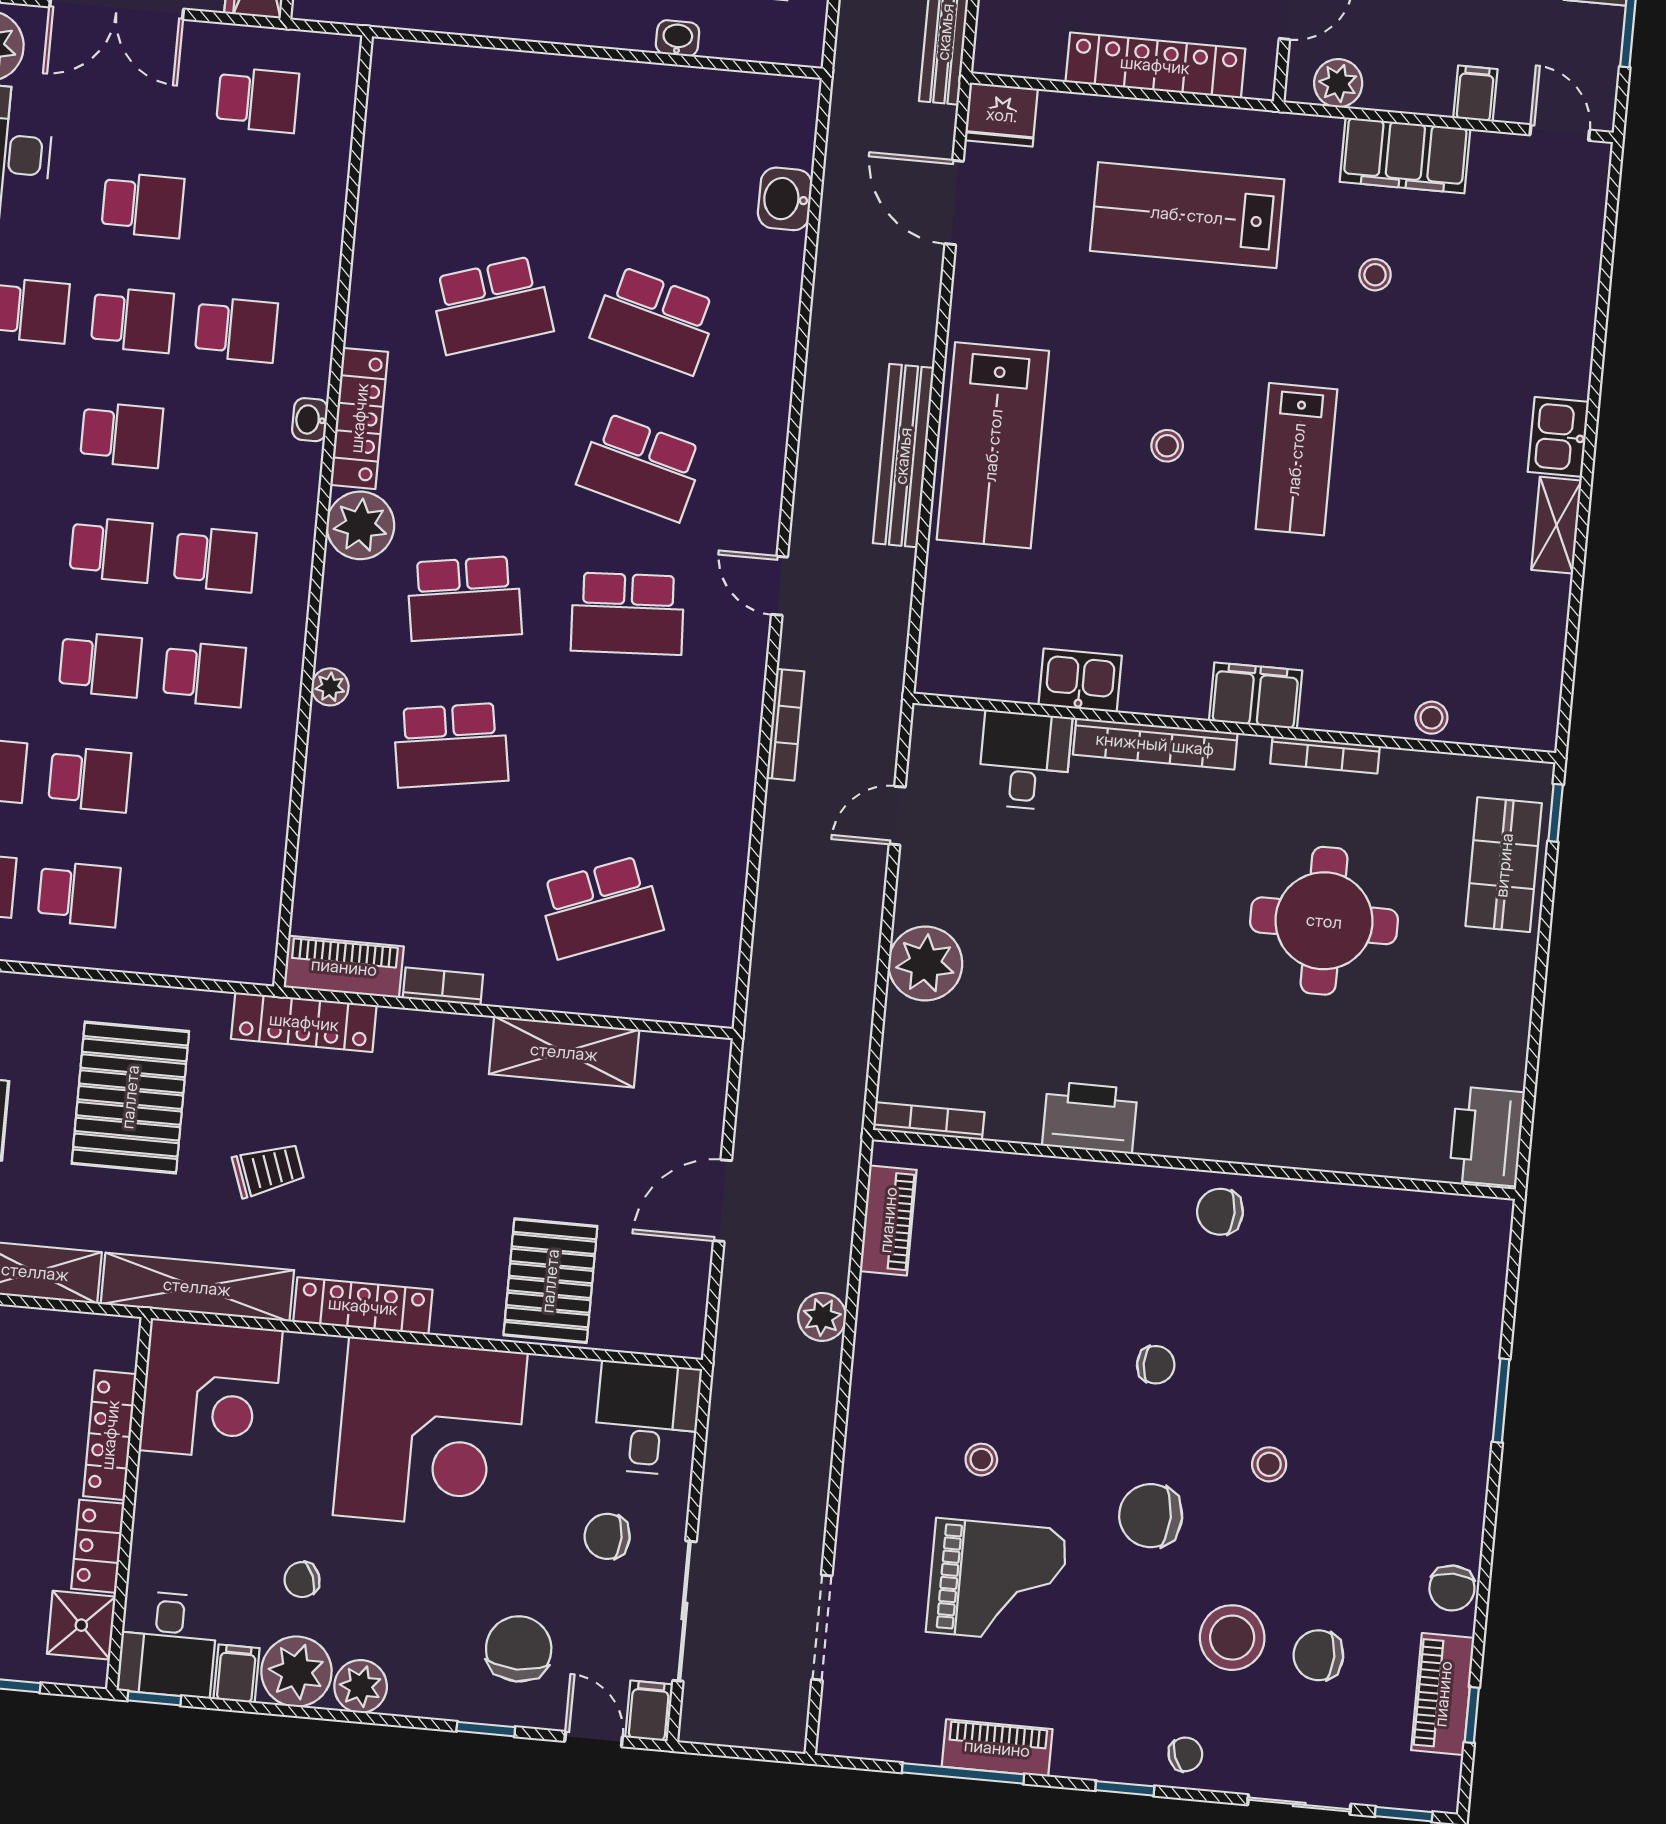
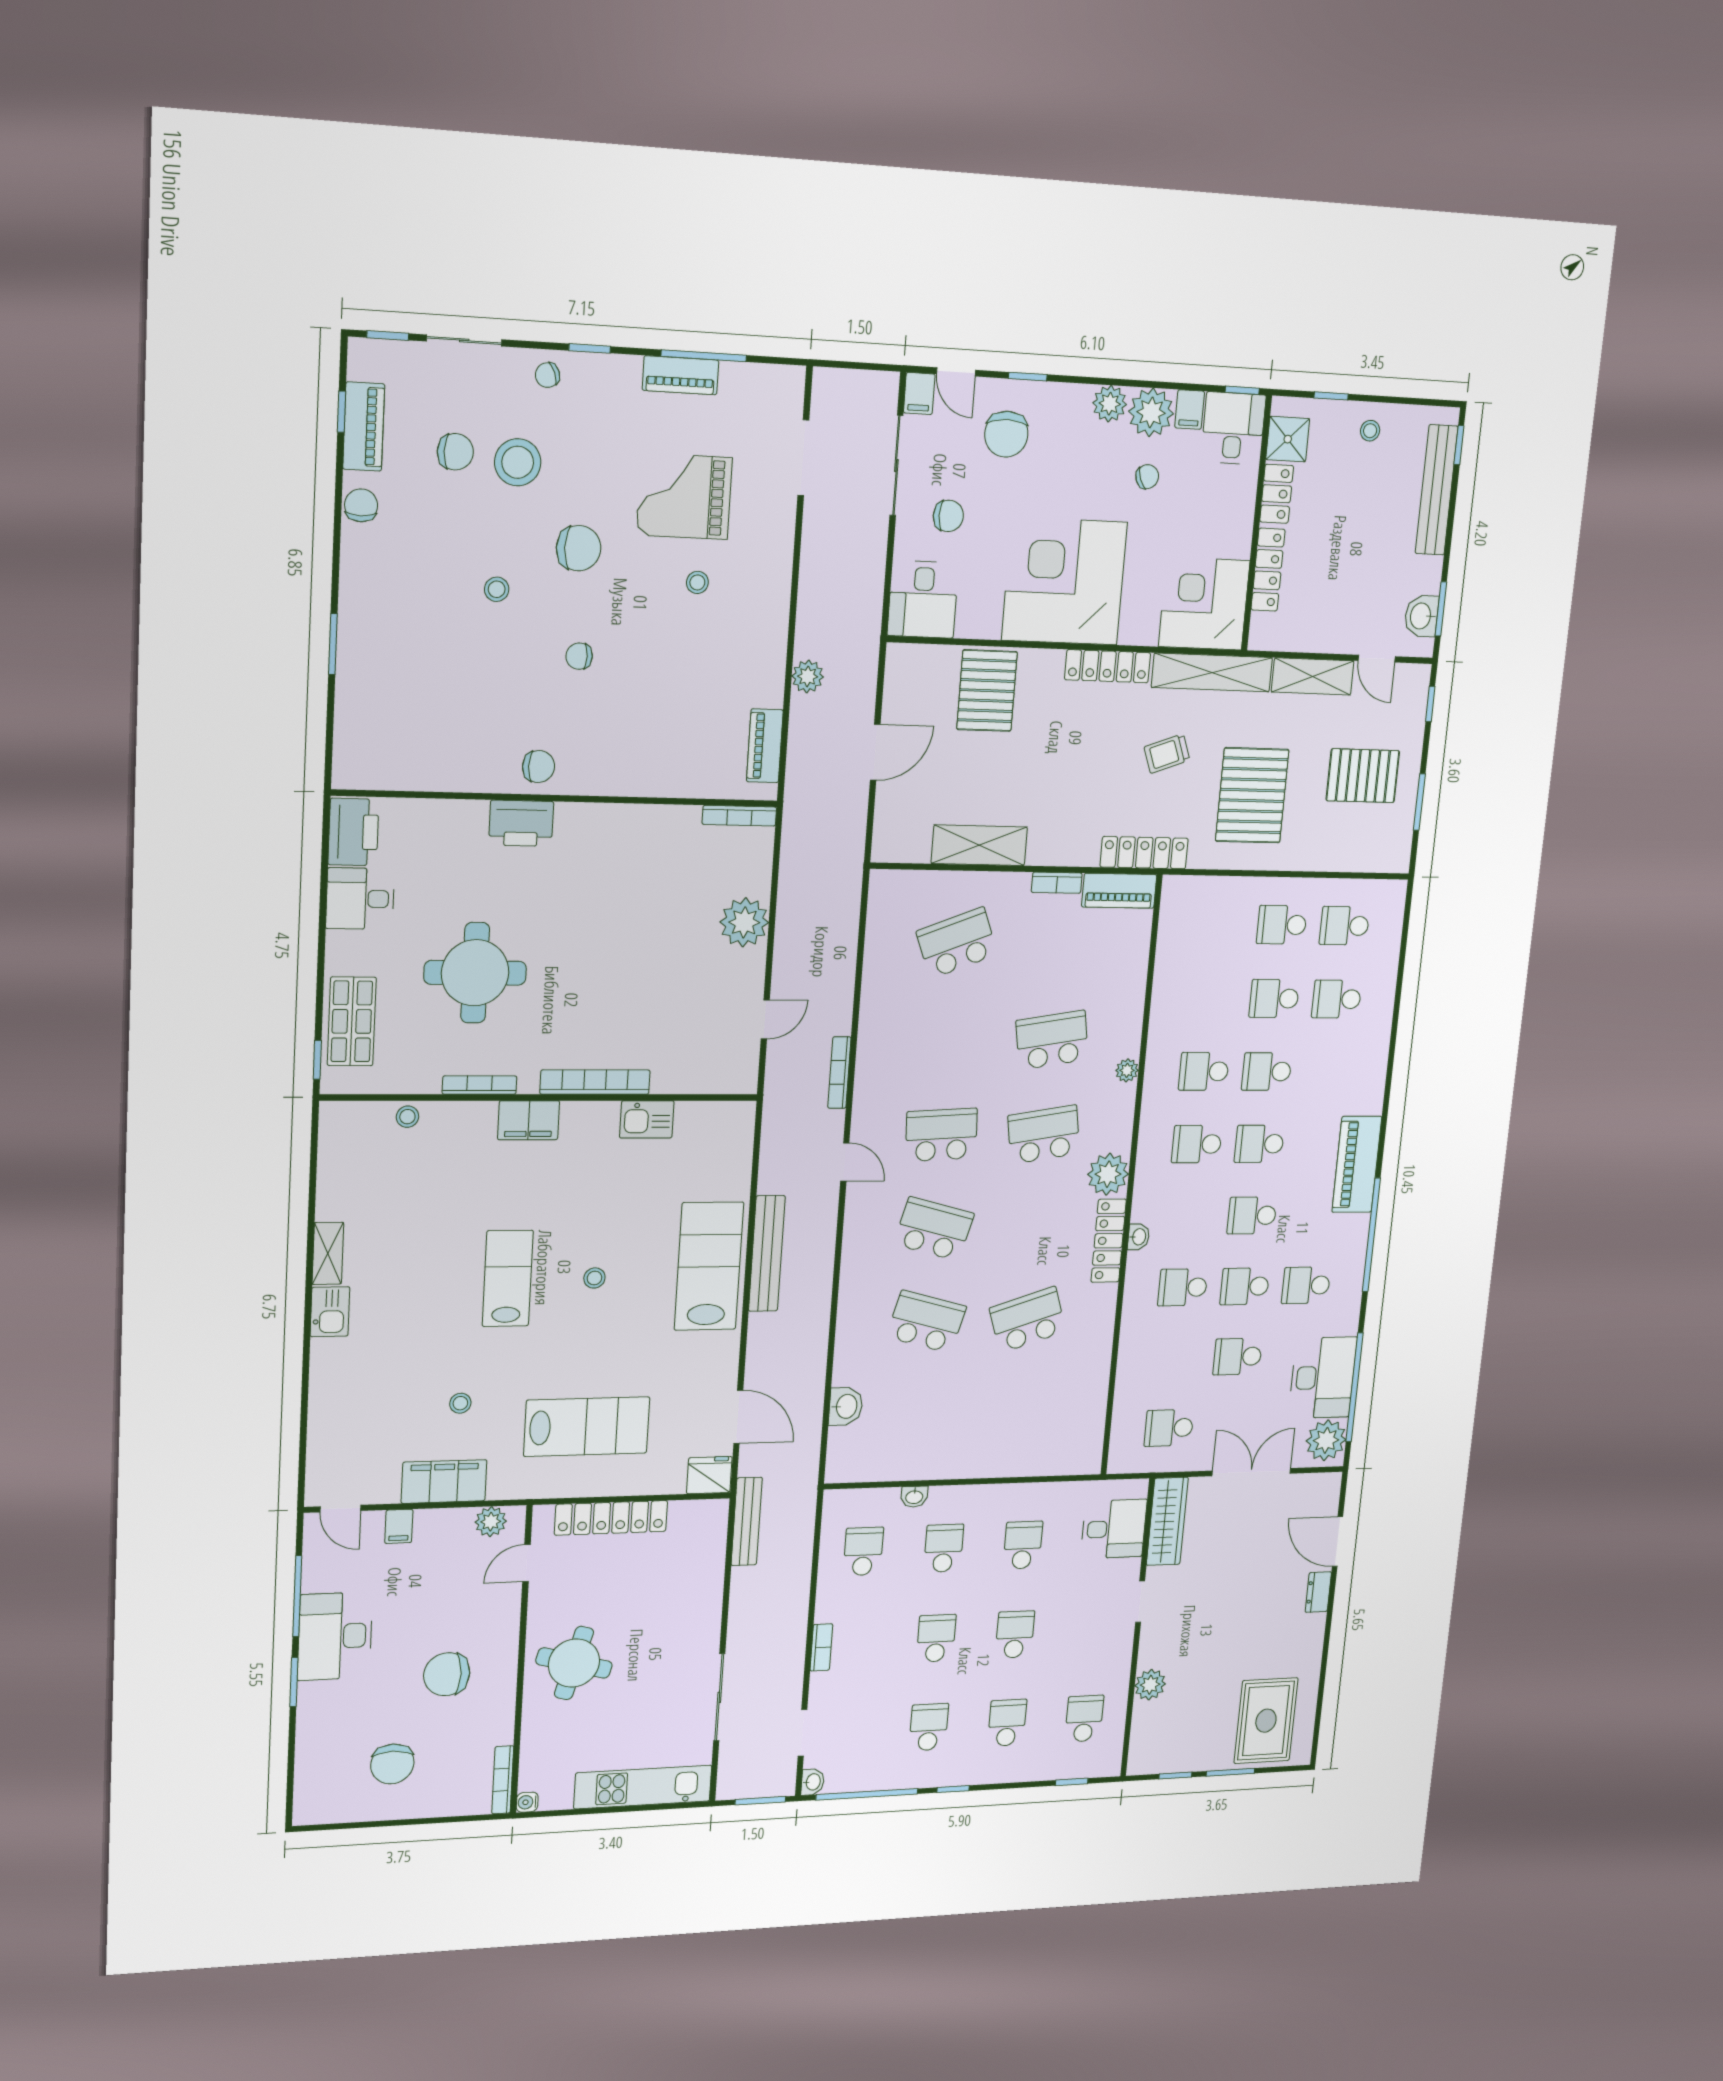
desk: (1025, 761) -> (360, 899), moved, turned 90
printer: (1090, 1118) -> (521, 823), moved

